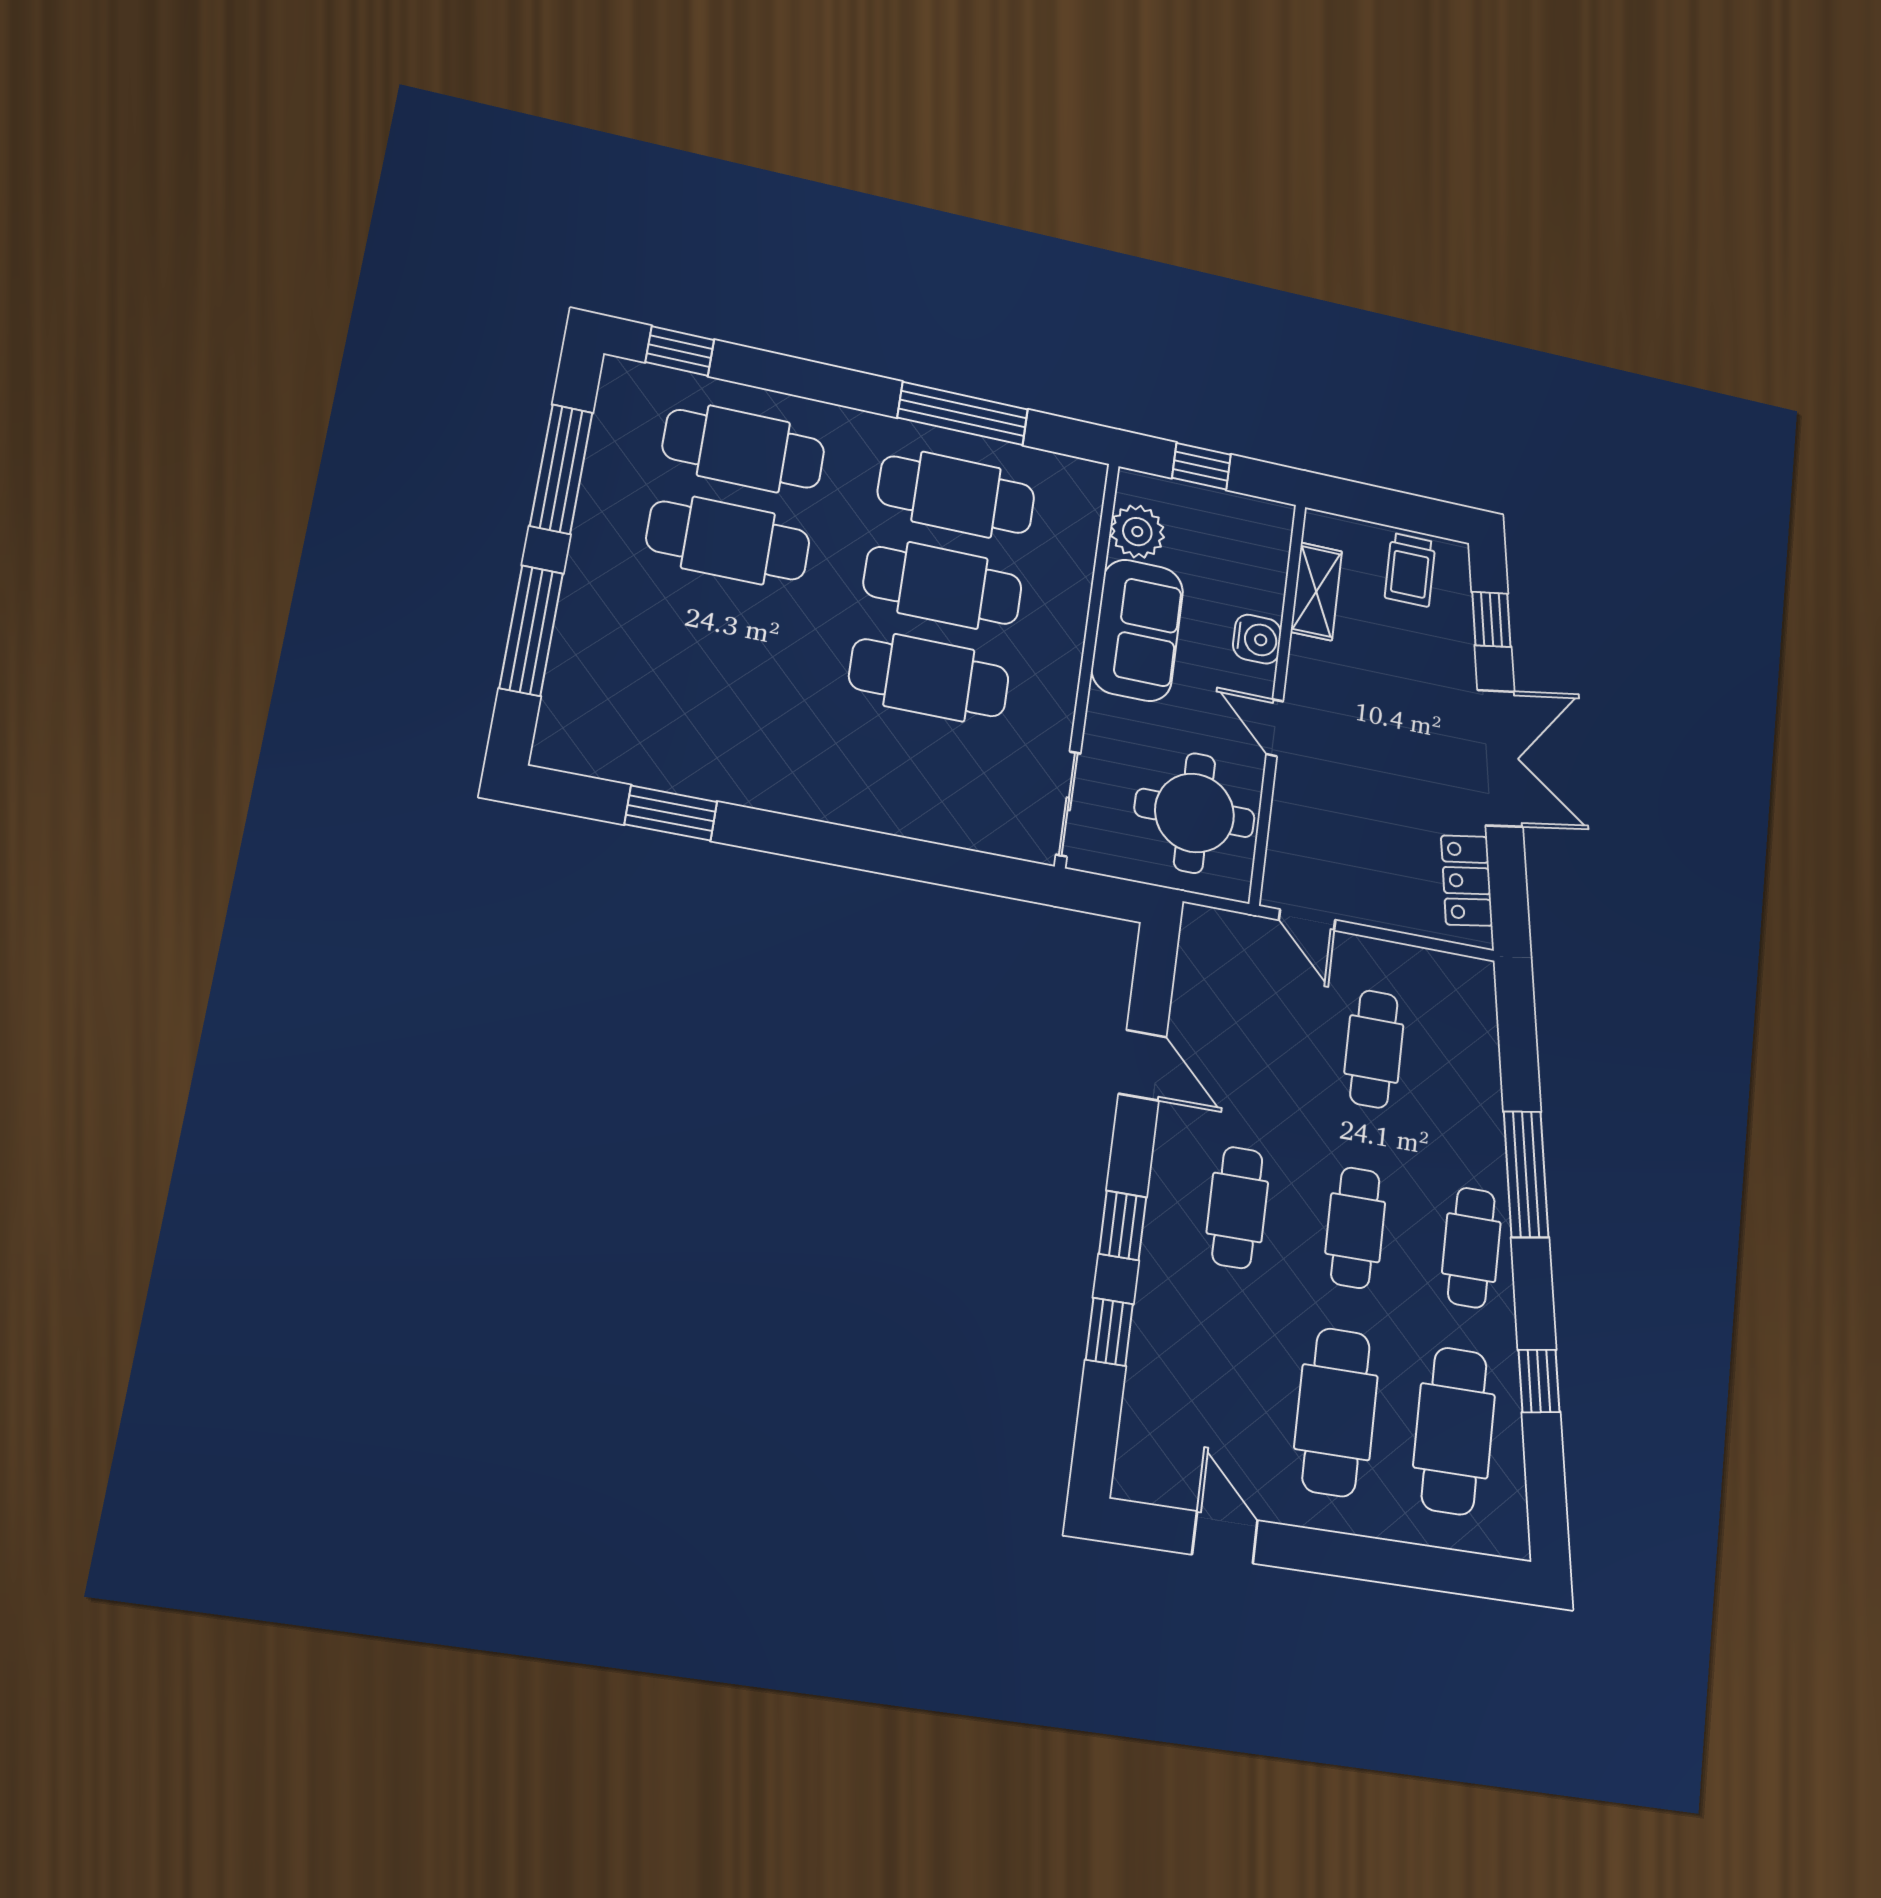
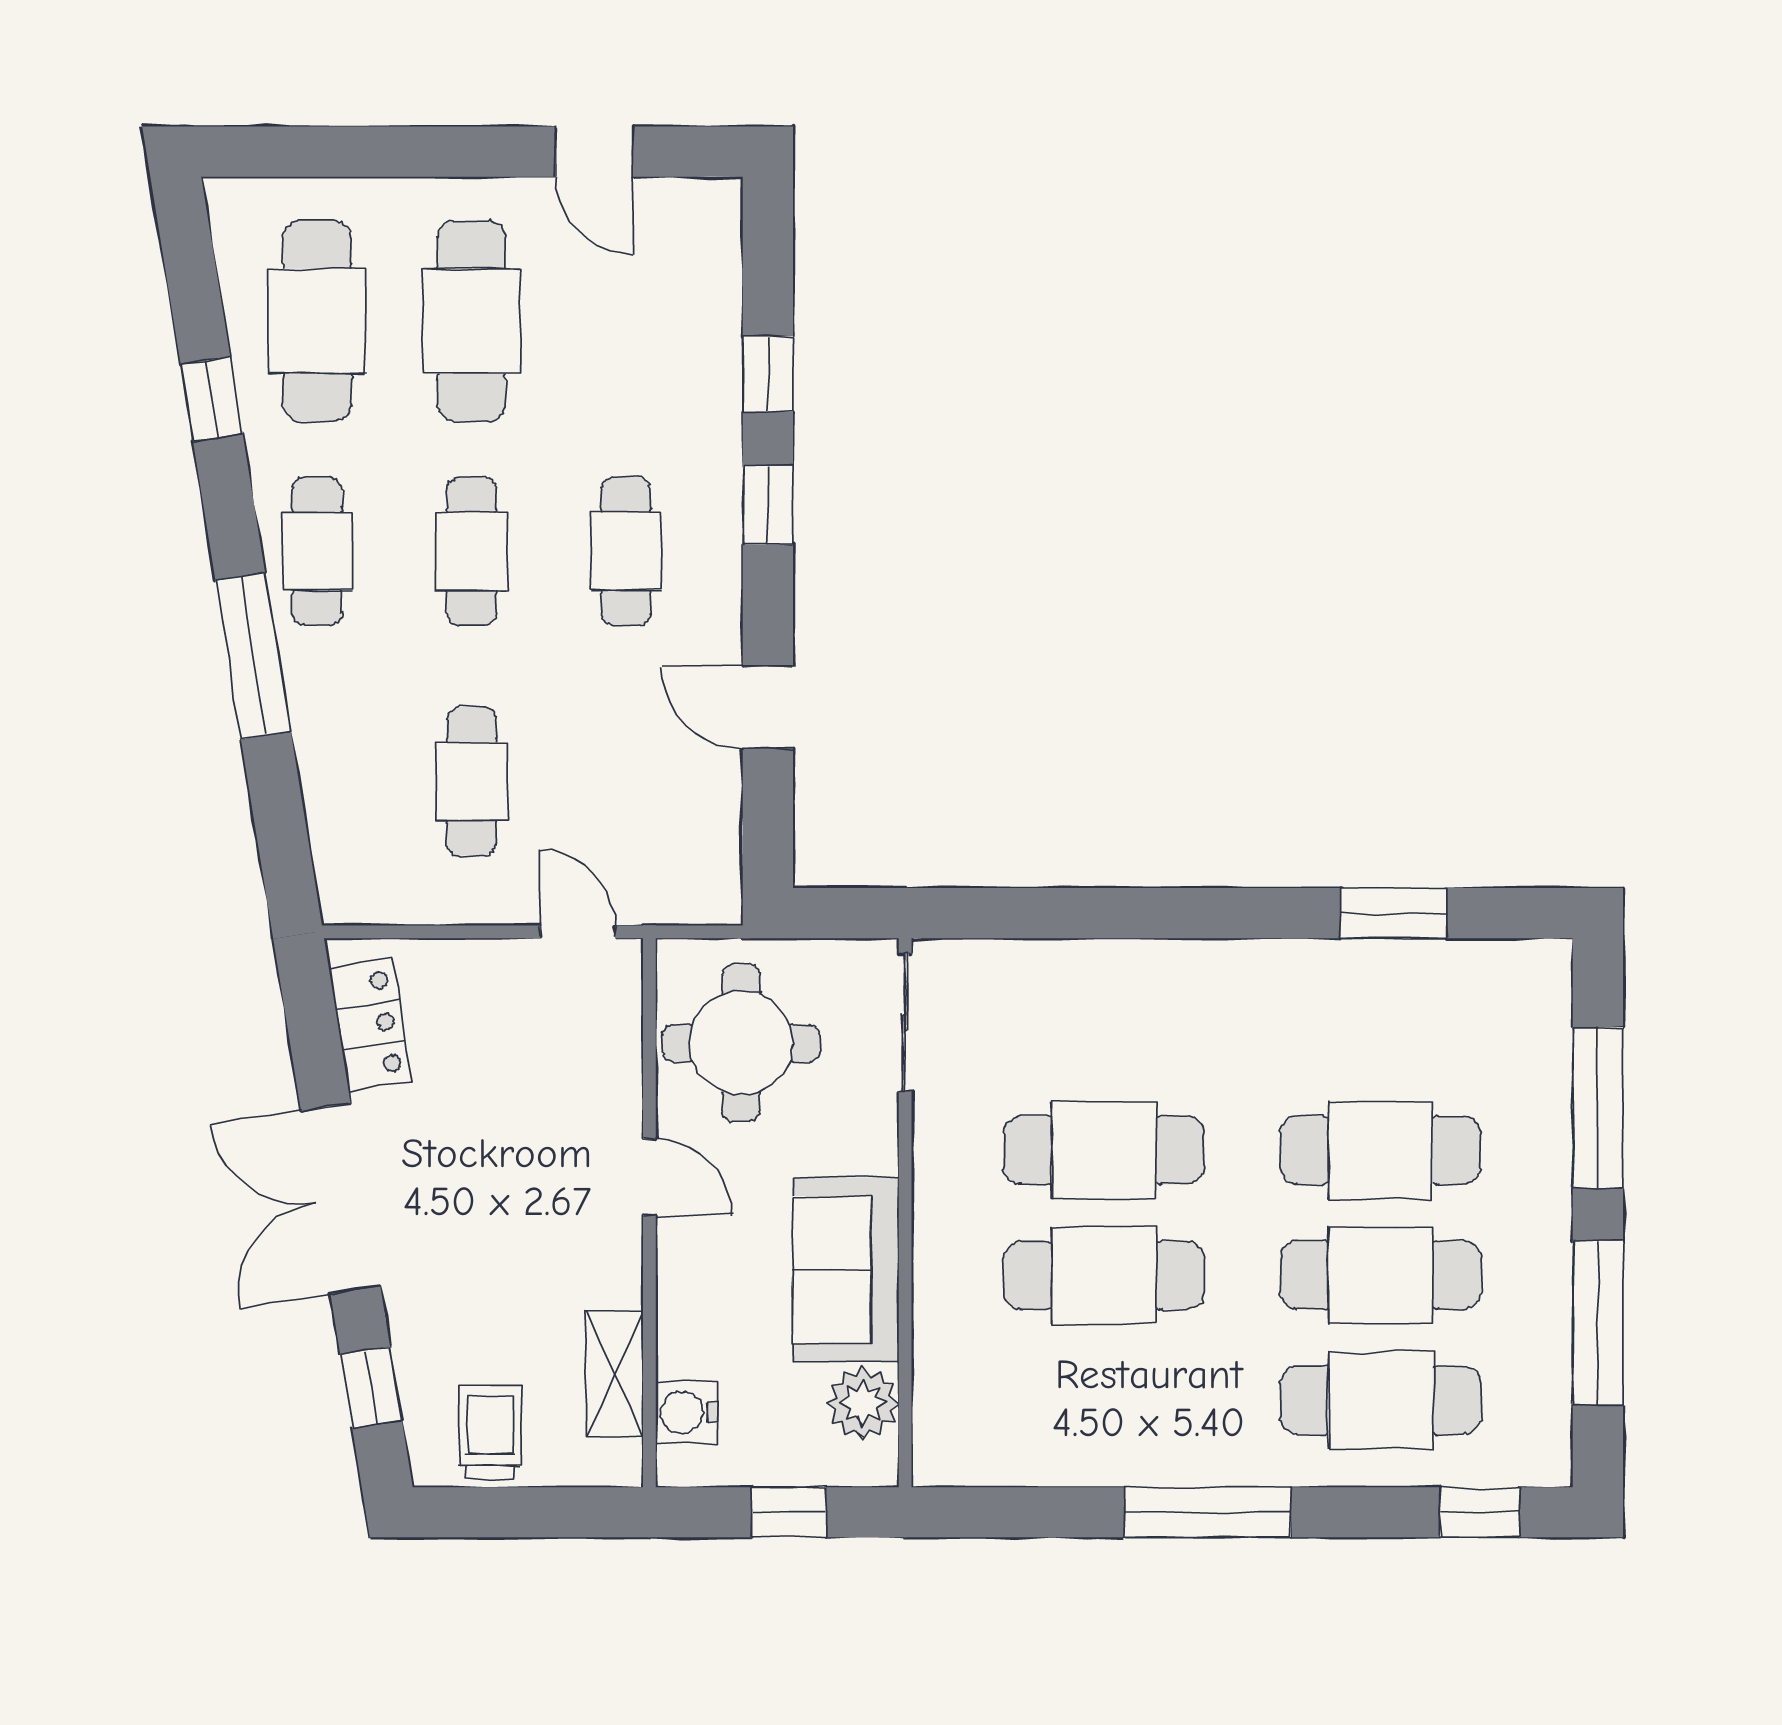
window: (963, 414) -> (1208, 1512), moved
cafe table: (956, 495) -> (1380, 1150), moved
water cooler: (1257, 639) -> (686, 1412), moved

